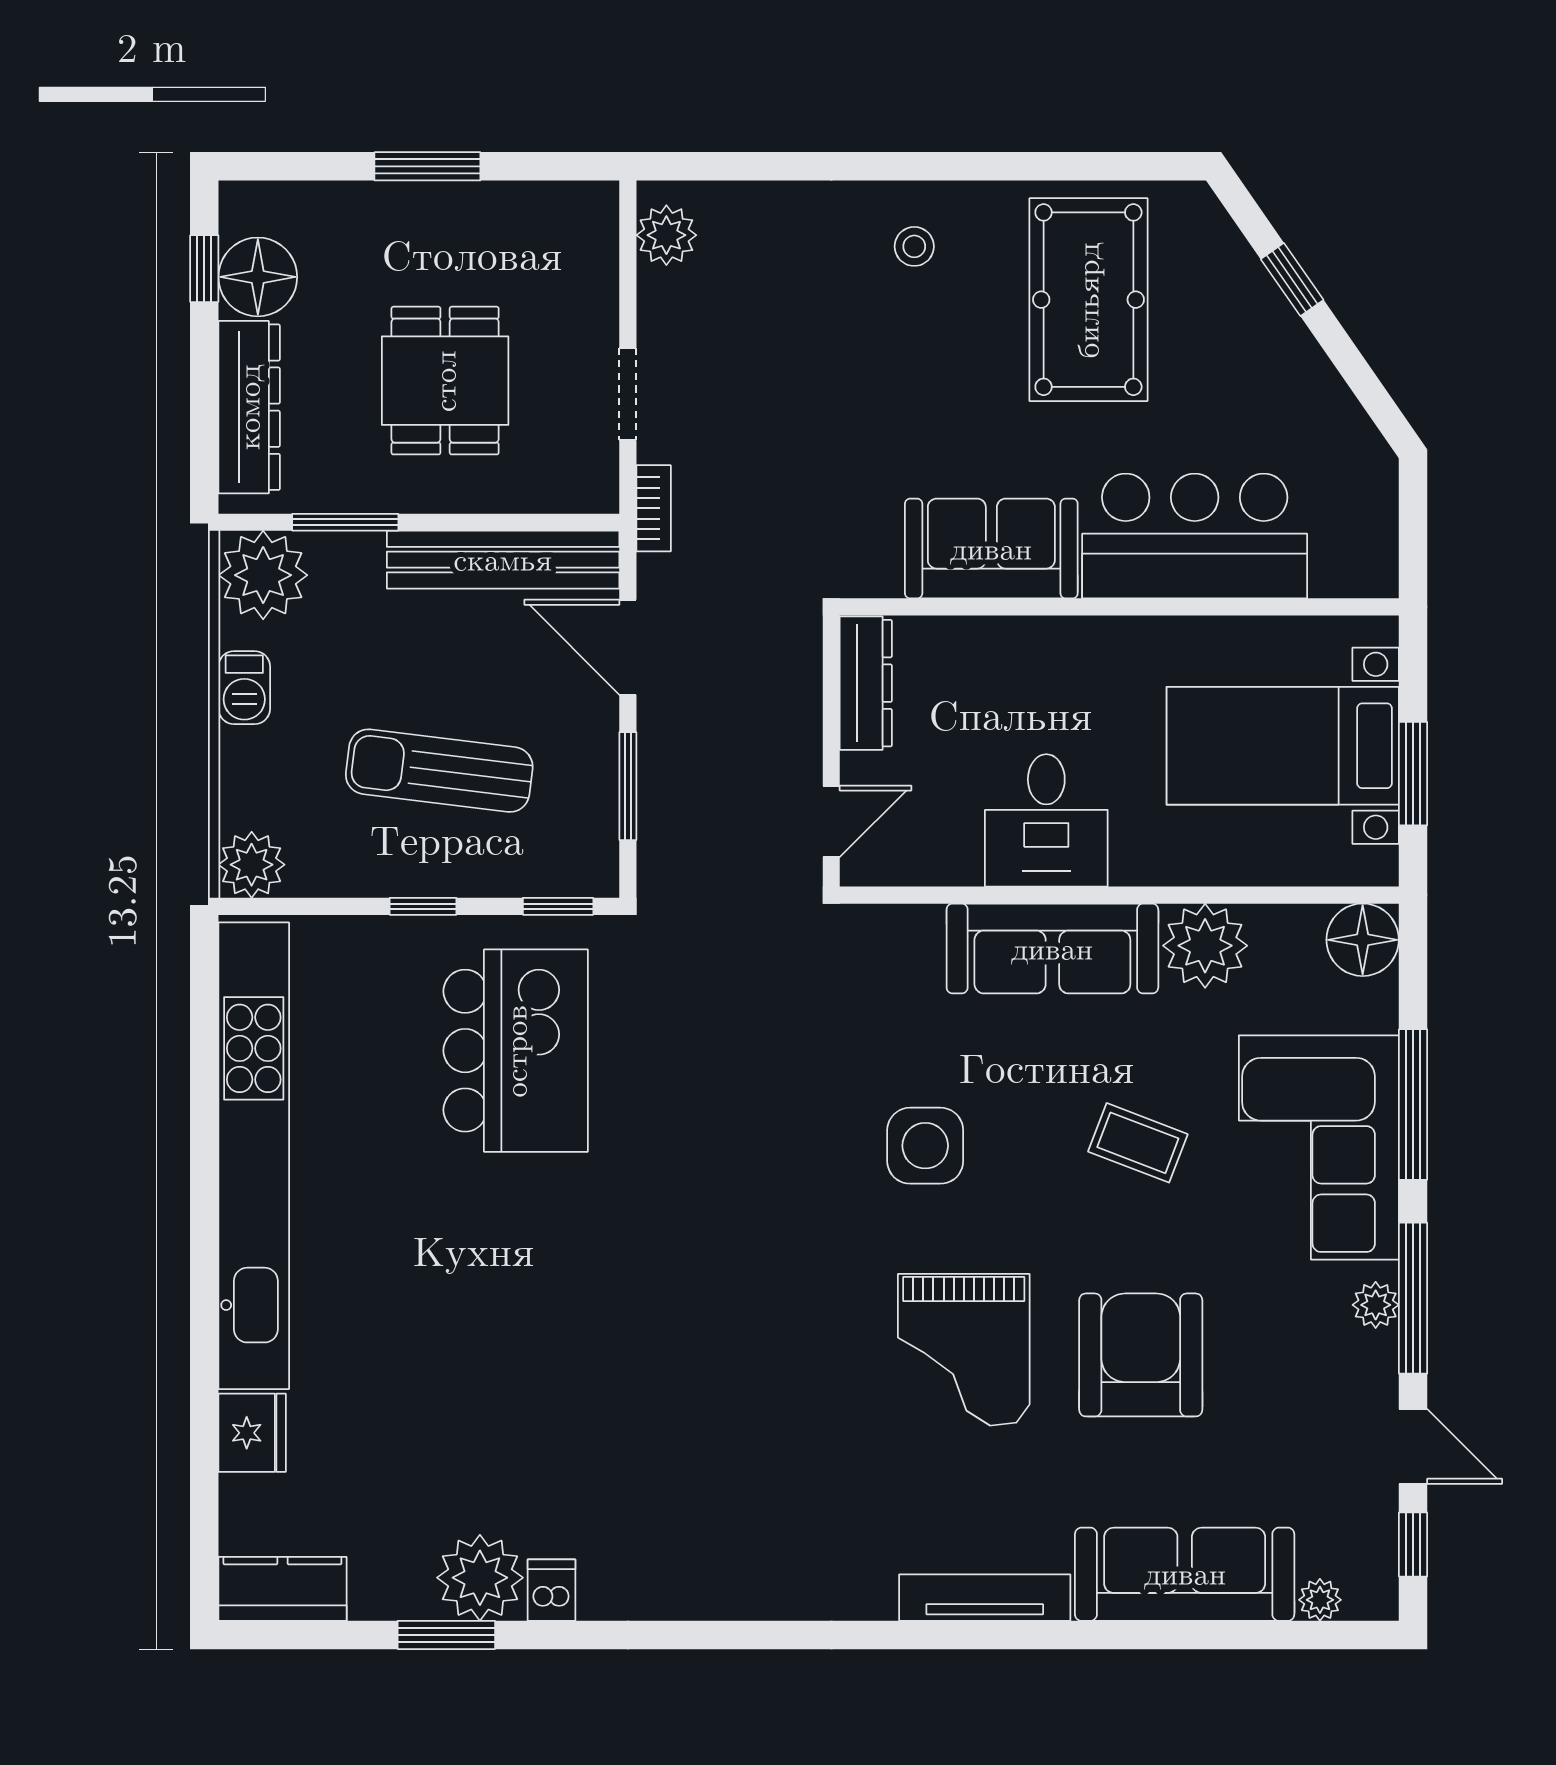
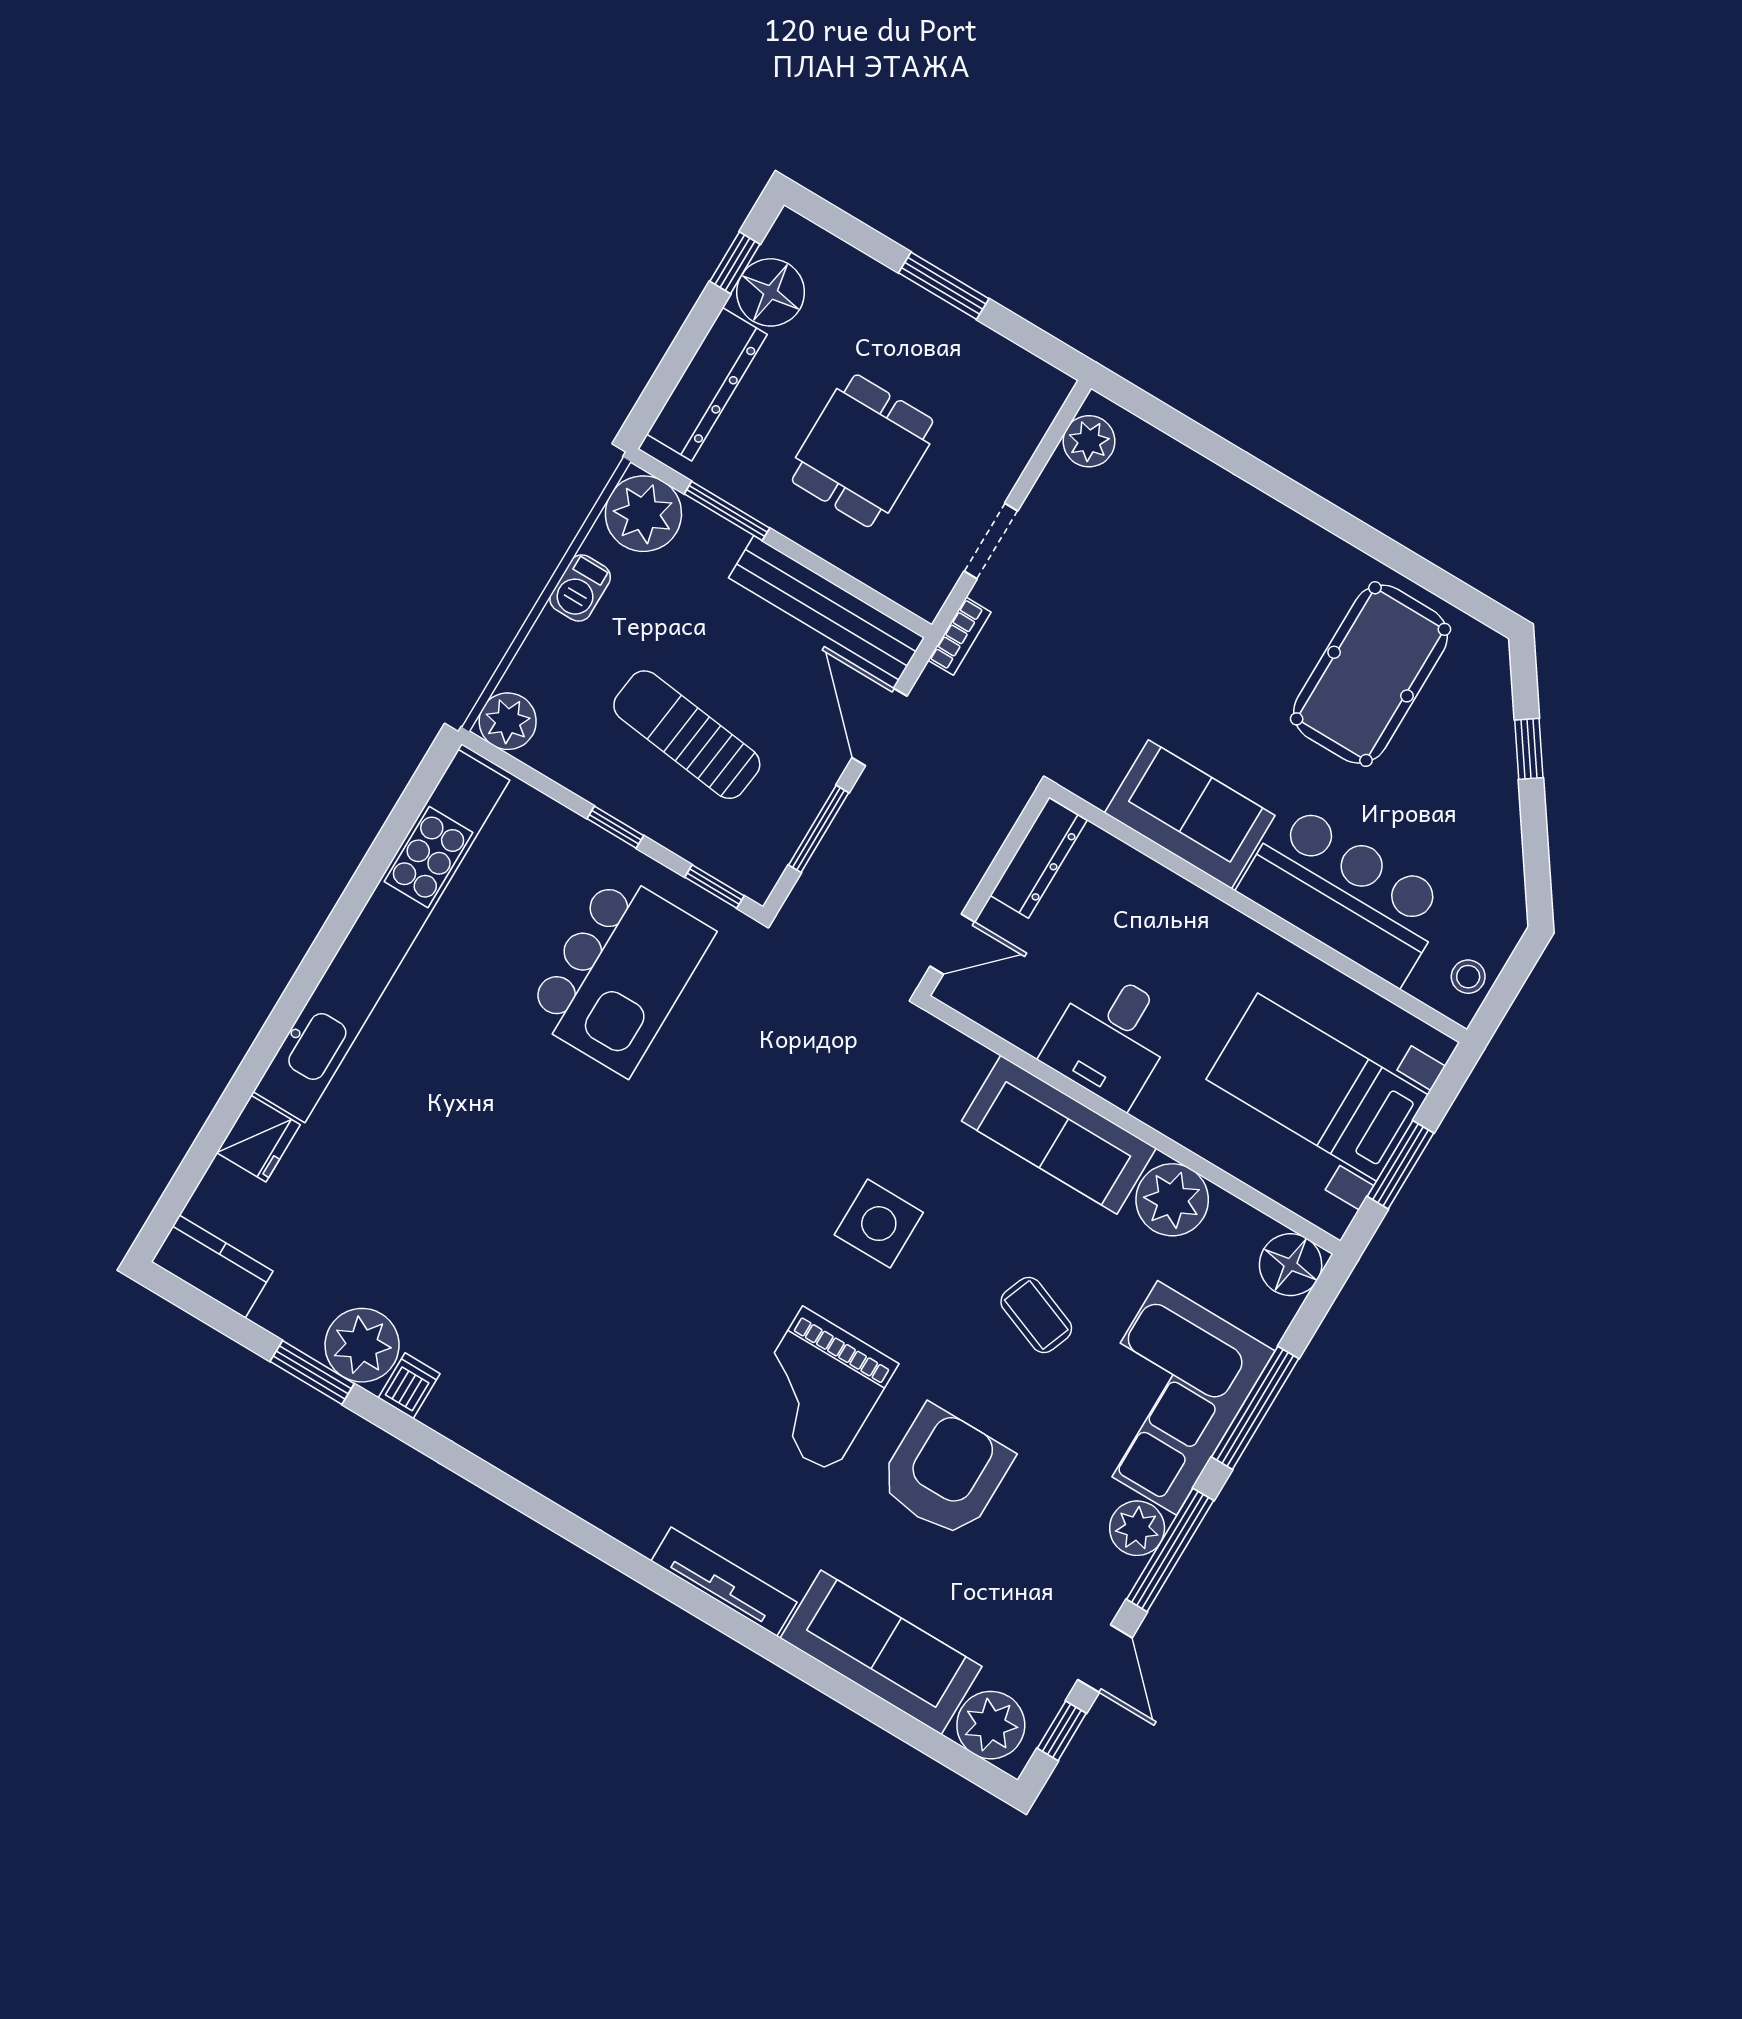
stool: (914, 246) -> (1468, 977), moved
plant: (1376, 1305) -> (1137, 1528), width x1.38, depth x1.38
plant: (1320, 1600) -> (991, 1725), width x1.87, depth x1.87

